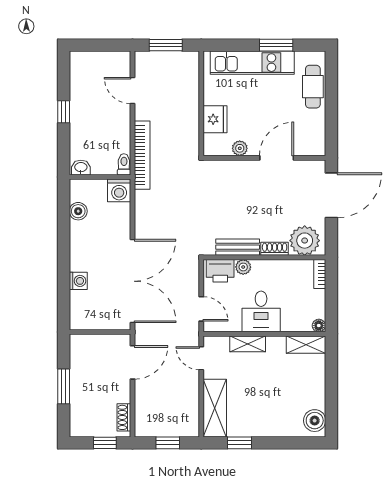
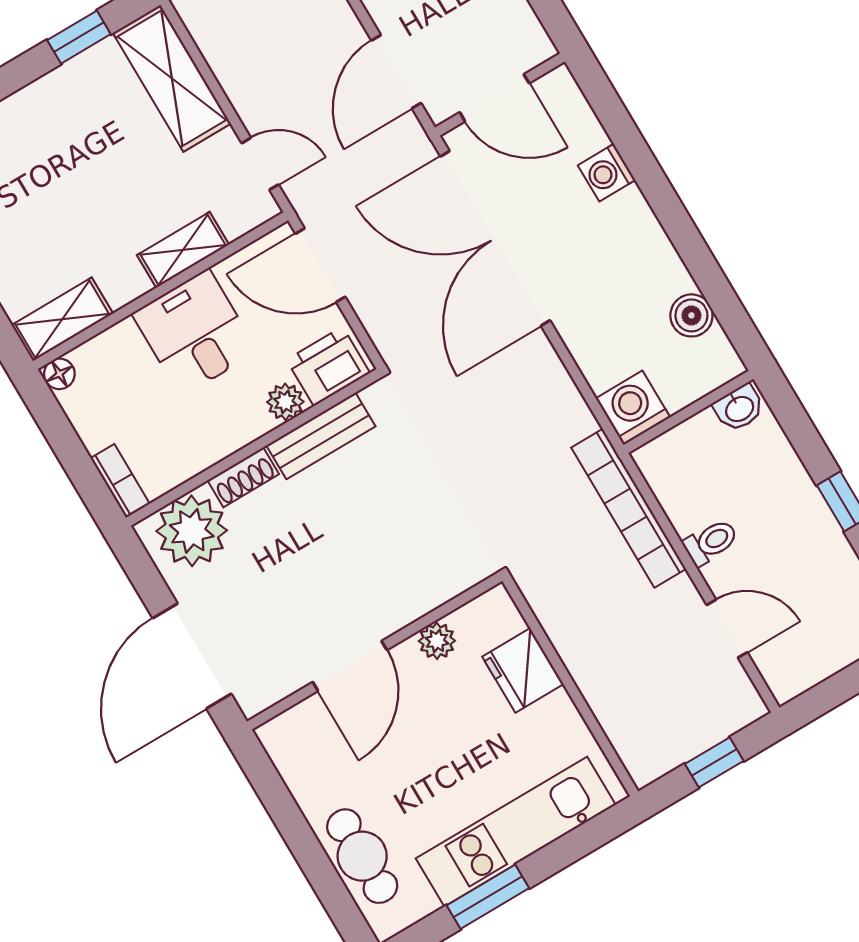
window: (166, 45) -> (714, 762), width x0.67
toilet: (124, 164) -> (711, 542), moved, turned -90
door: (201, 309) -> (320, 265), width x1.38
door: (103, 332) -> (494, 98), added

